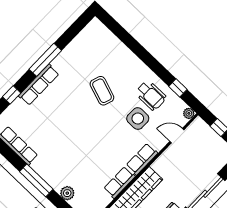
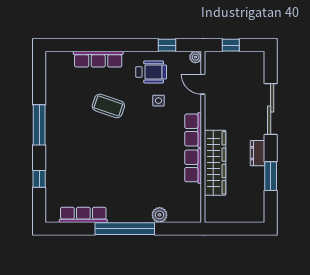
row of seats: (39, 85) -> (98, 59), moved, turned 90
side table: (138, 119) -> (158, 101), width x0.54, depth x0.54
door: (177, 136) -> (203, 84), hinge flipped
window: (36, 180) -> (125, 229), width x1.46

